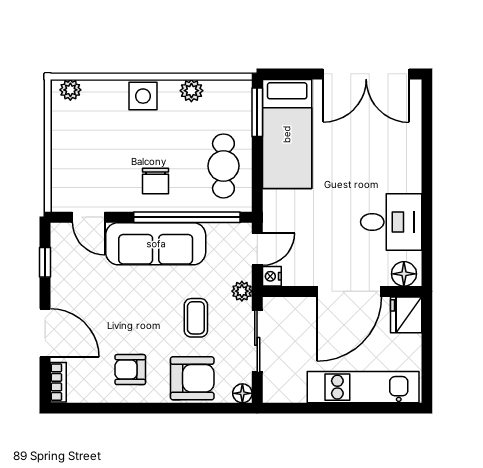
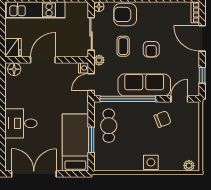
plant: (191, 91) -> (125, 165), removed
window: (257, 112) -> (91, 140), moved
chair: (156, 181) -> (163, 119), moved, turned 68
door: (89, 217) -> (179, 99), hinge flipped
desk: (391, 222) -> (21, 123), moved
door: (349, 291) -> (43, 60), width x0.73
armchair: (130, 370) -> (151, 49), moved, turned 90

